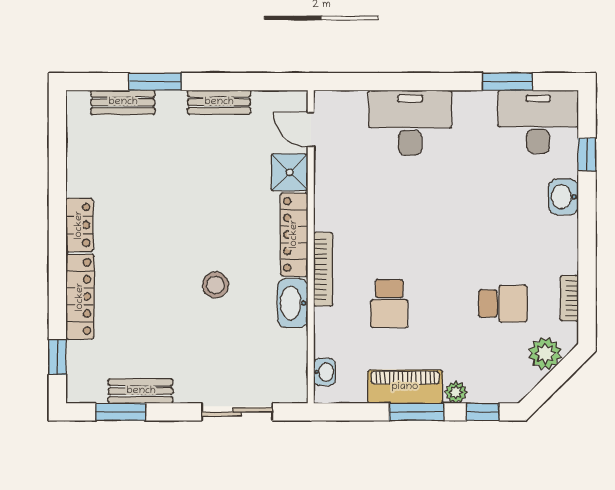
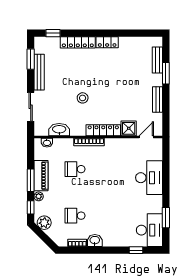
washbasin: (563, 197) -> (95, 240), moved
washbasin: (293, 303) -> (59, 130), moved
school desk: (503, 304) -> (75, 216), turned 90
plant: (545, 354) -> (44, 223), moved
bench: (141, 391) -> (39, 72), width x1.36

